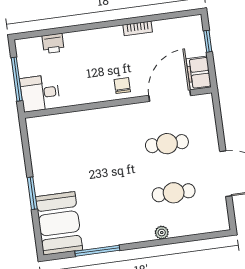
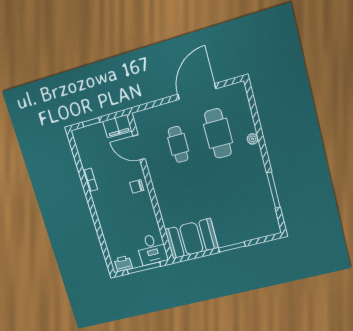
printer: (53, 43) -> (123, 264), moved, turned -90
door: (170, 96) -> (139, 147), width x0.73
cafe table: (174, 193) -> (218, 133), width x1.37, depth x1.35
booth: (59, 223) -> (191, 239), moved

